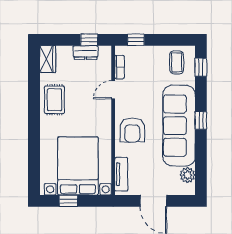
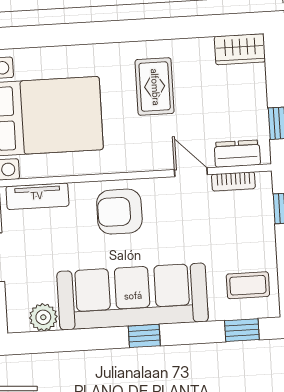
dresser: (86, 52) -> (237, 154), moved, turned 90
rug: (54, 100) -> (155, 87), moved, turned 90

